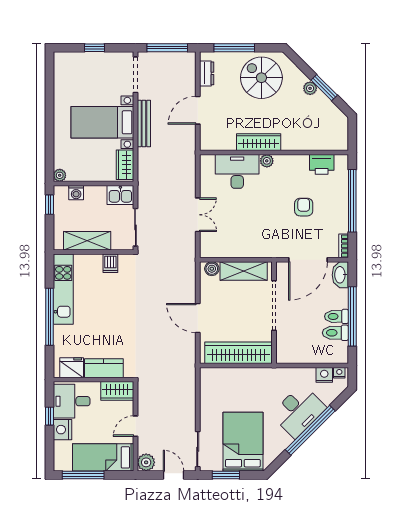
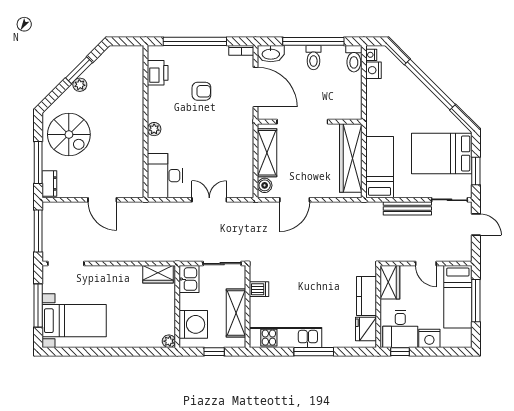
window: (95, 48) -> (38, 306), width x2.17
dresser: (207, 73) -> (49, 184), moved, turned 90
spiral stairs: (261, 78) -> (69, 135), turned -90
bed with nightstands: (102, 122) -> (74, 321), moved, turned -90
bench: (144, 123) -> (407, 208), moved
wardrobe: (259, 142) -> (135, 137), removed
desk: (237, 171) -> (165, 176), moved
washing machine: (76, 193) -> (193, 324), width x1.89, depth x1.89
window: (49, 205) -> (214, 352), moved
armchair: (304, 207) -> (201, 91), turned 180
window: (49, 317) -> (314, 352), width x0.68
door: (198, 318) -> (295, 200), moved
toilet: (335, 333) -> (354, 59), moved
bed: (230, 381) -> (380, 167), added
desk: (299, 411) -> (410, 96), removed
window: (49, 416) -> (400, 352), moved
plant: (146, 462) -> (463, 253), removed
window: (83, 475) -> (476, 301), moved
door: (174, 475) -> (476, 225), swing flipped

